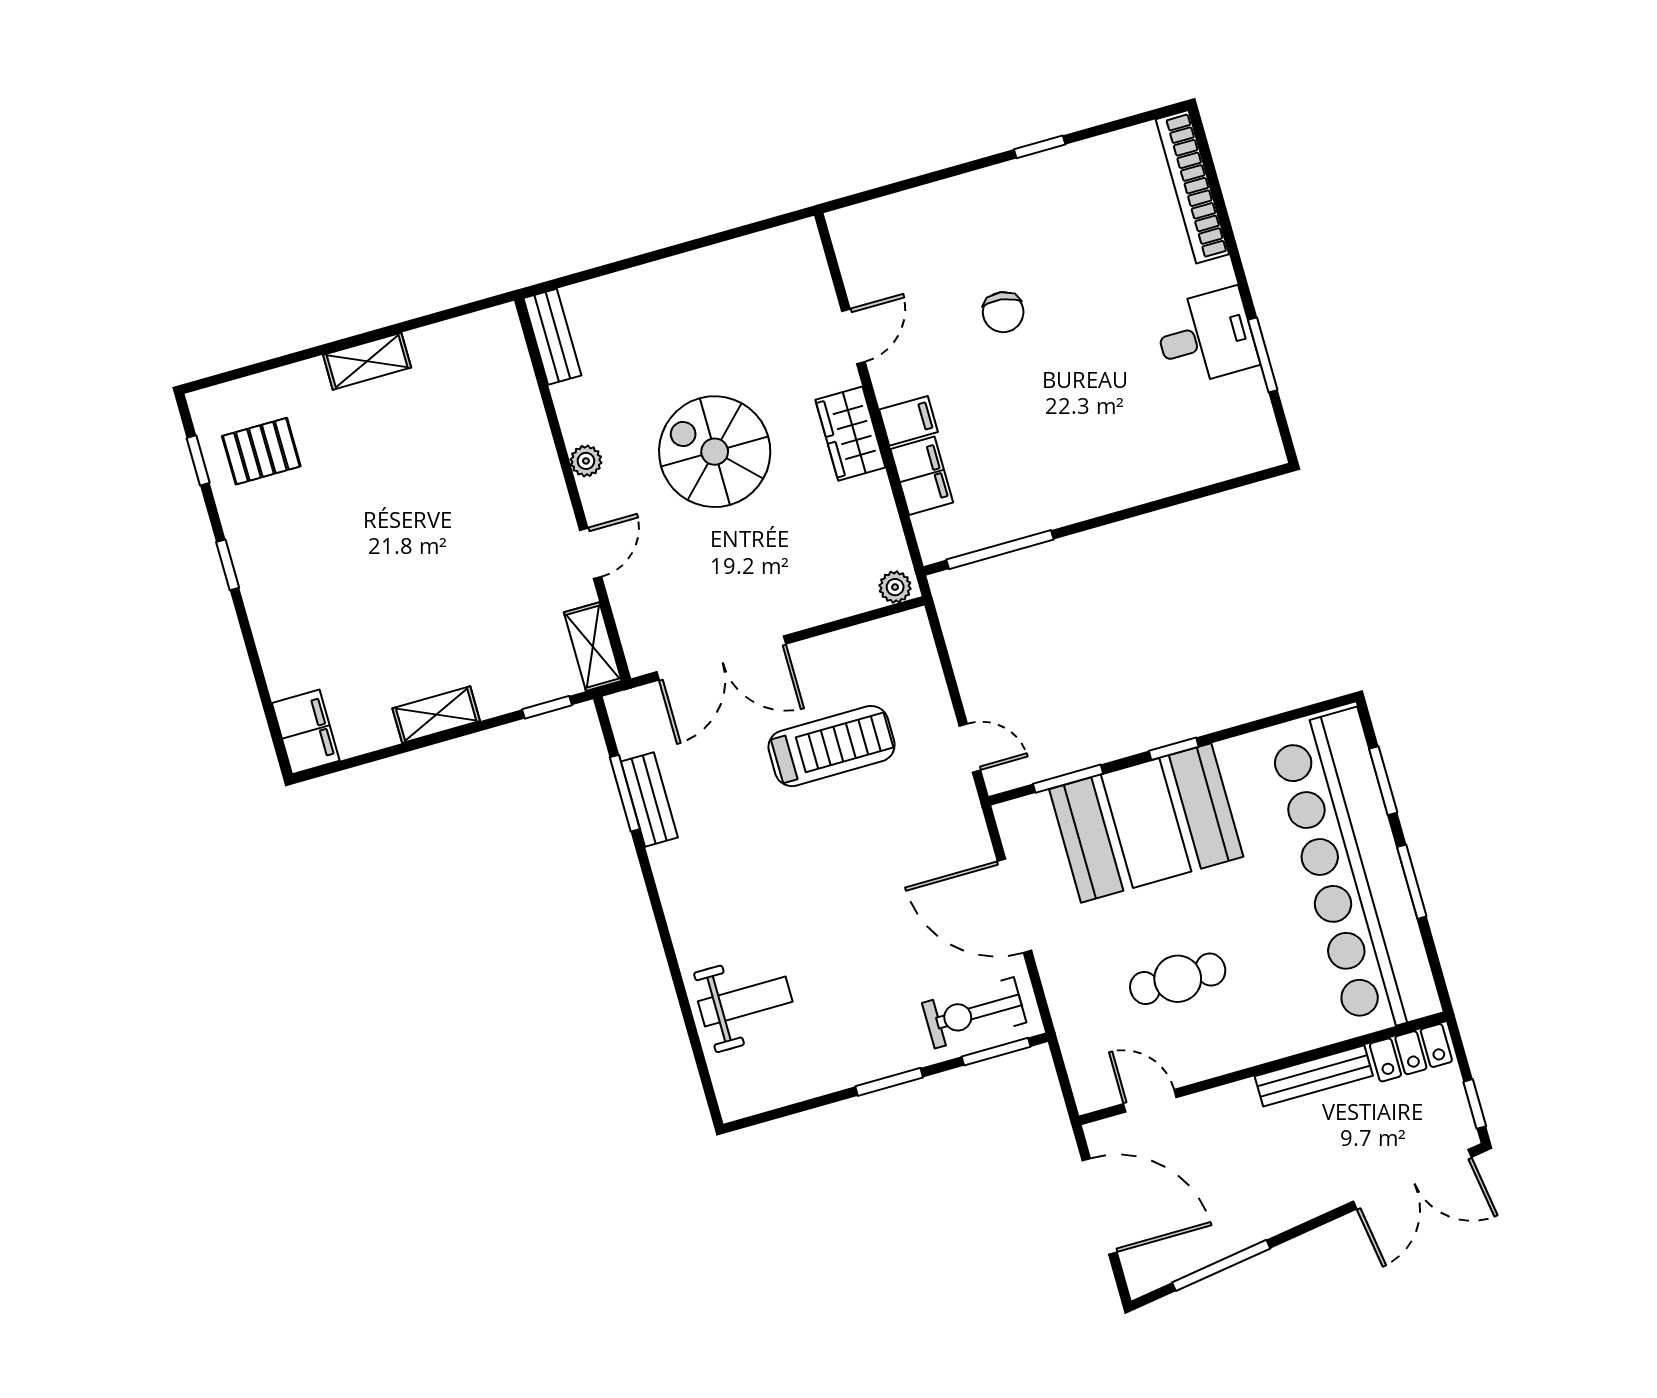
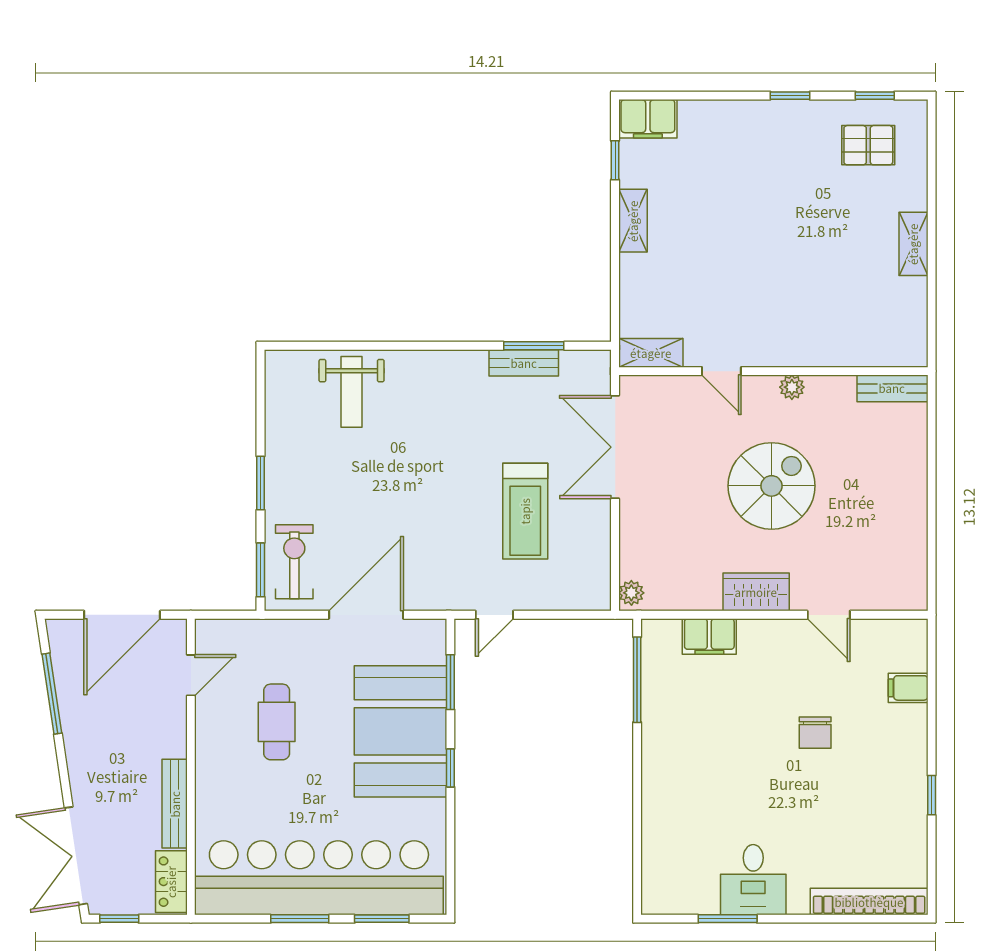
chair: (1003, 312) -> (815, 733), turned -98
filing cabinet: (908, 421) -> (908, 688), moved, turned 90
pallet: (261, 451) -> (868, 145), turned 90
window: (547, 707) -> (615, 160), moved

